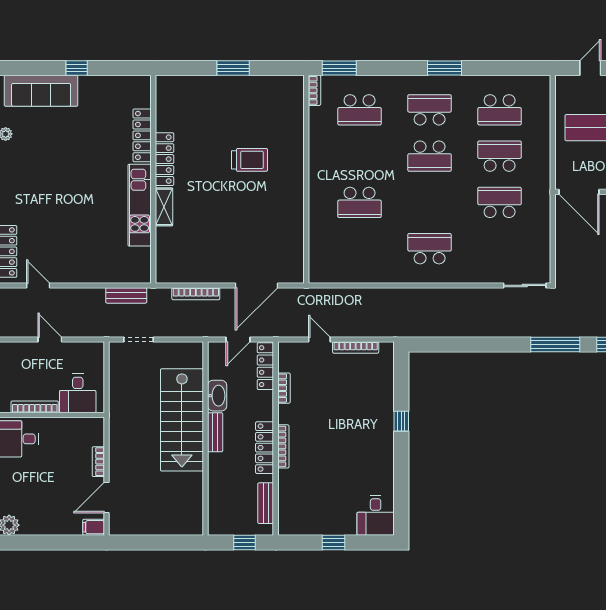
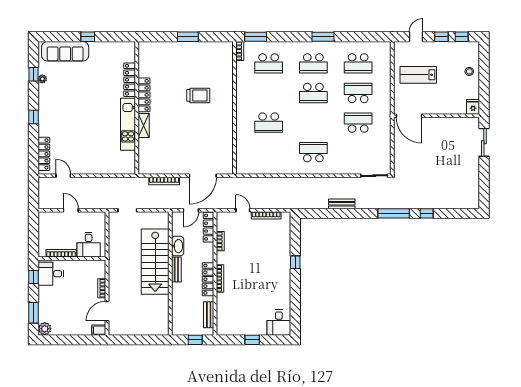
school desk: (430, 110) -> (313, 63), turned 180
bench: (126, 295) -> (342, 204), moved

